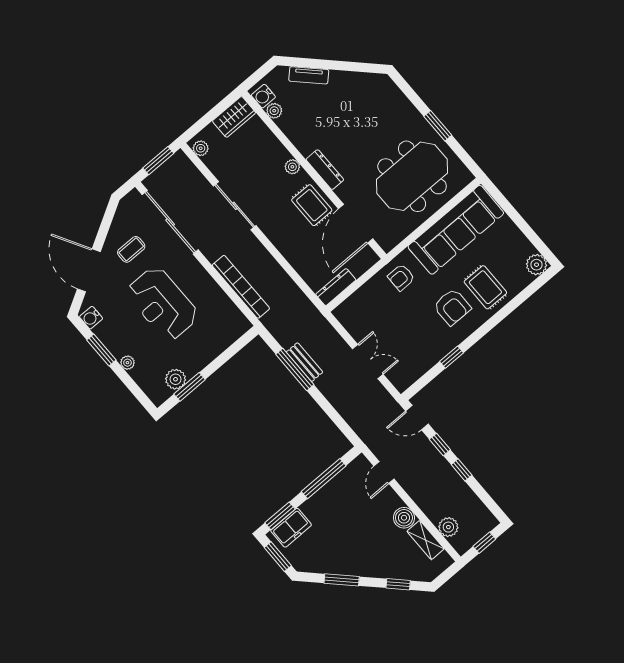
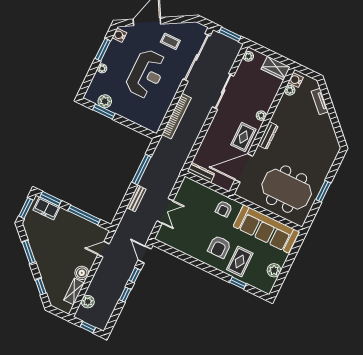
plant: (537, 265) -> (274, 270), moved
armchair: (401, 277) -> (224, 209), turned -90
reception desk: (162, 304) -> (146, 74), turned 180
window: (452, 357) -> (238, 283), moved
bench: (304, 362) -> (136, 198), moved

